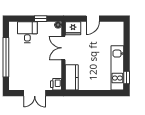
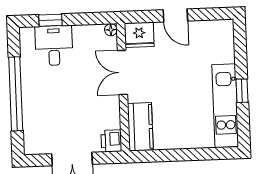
window: (41, 19) -> (50, 20), moved
door: (93, 19) -> (175, 15), hinge flipped
window: (127, 78) -> (242, 91), moved

